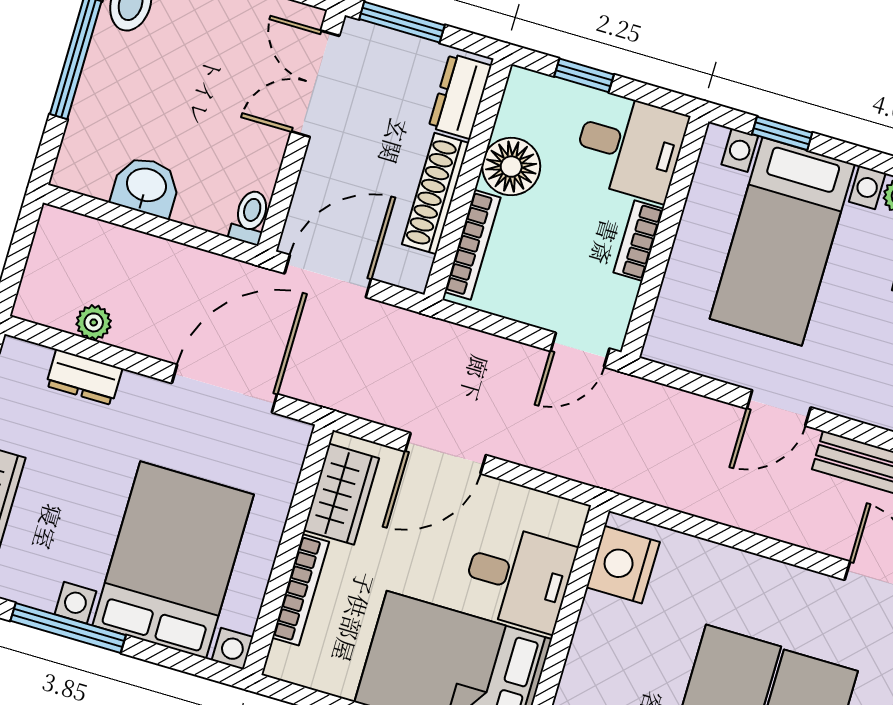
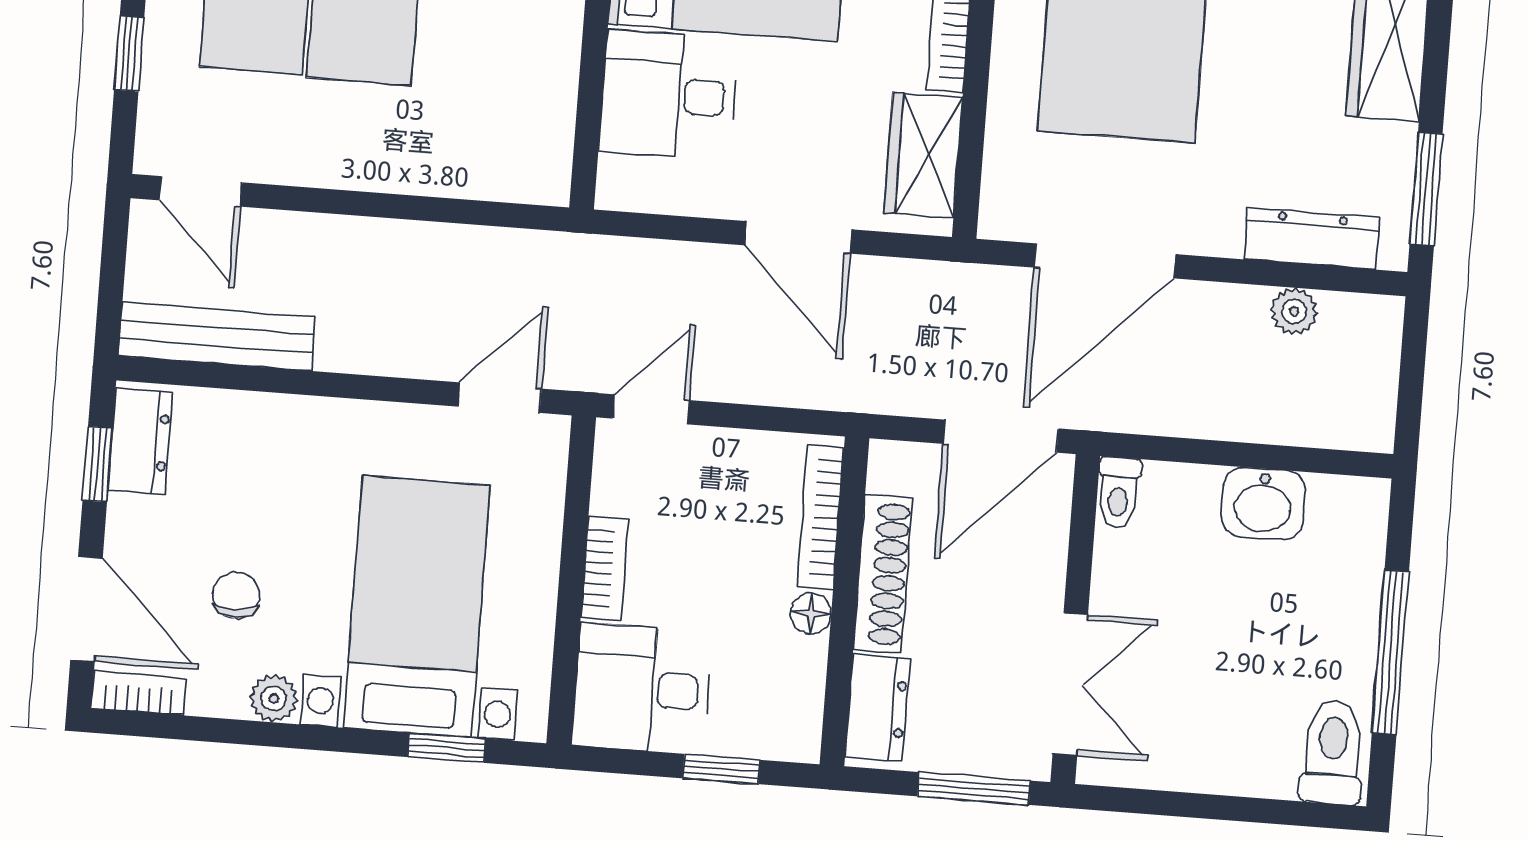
floor lamp: (511, 167) -> (811, 613), width x0.53, depth x0.53
dresser: (84, 377) -> (1312, 239), width x1.44
door: (779, 408) -> (500, 398), moved
door: (445, 453) -> (798, 237), swing flipped
nightstand: (623, 565) -> (536, 141), removed

